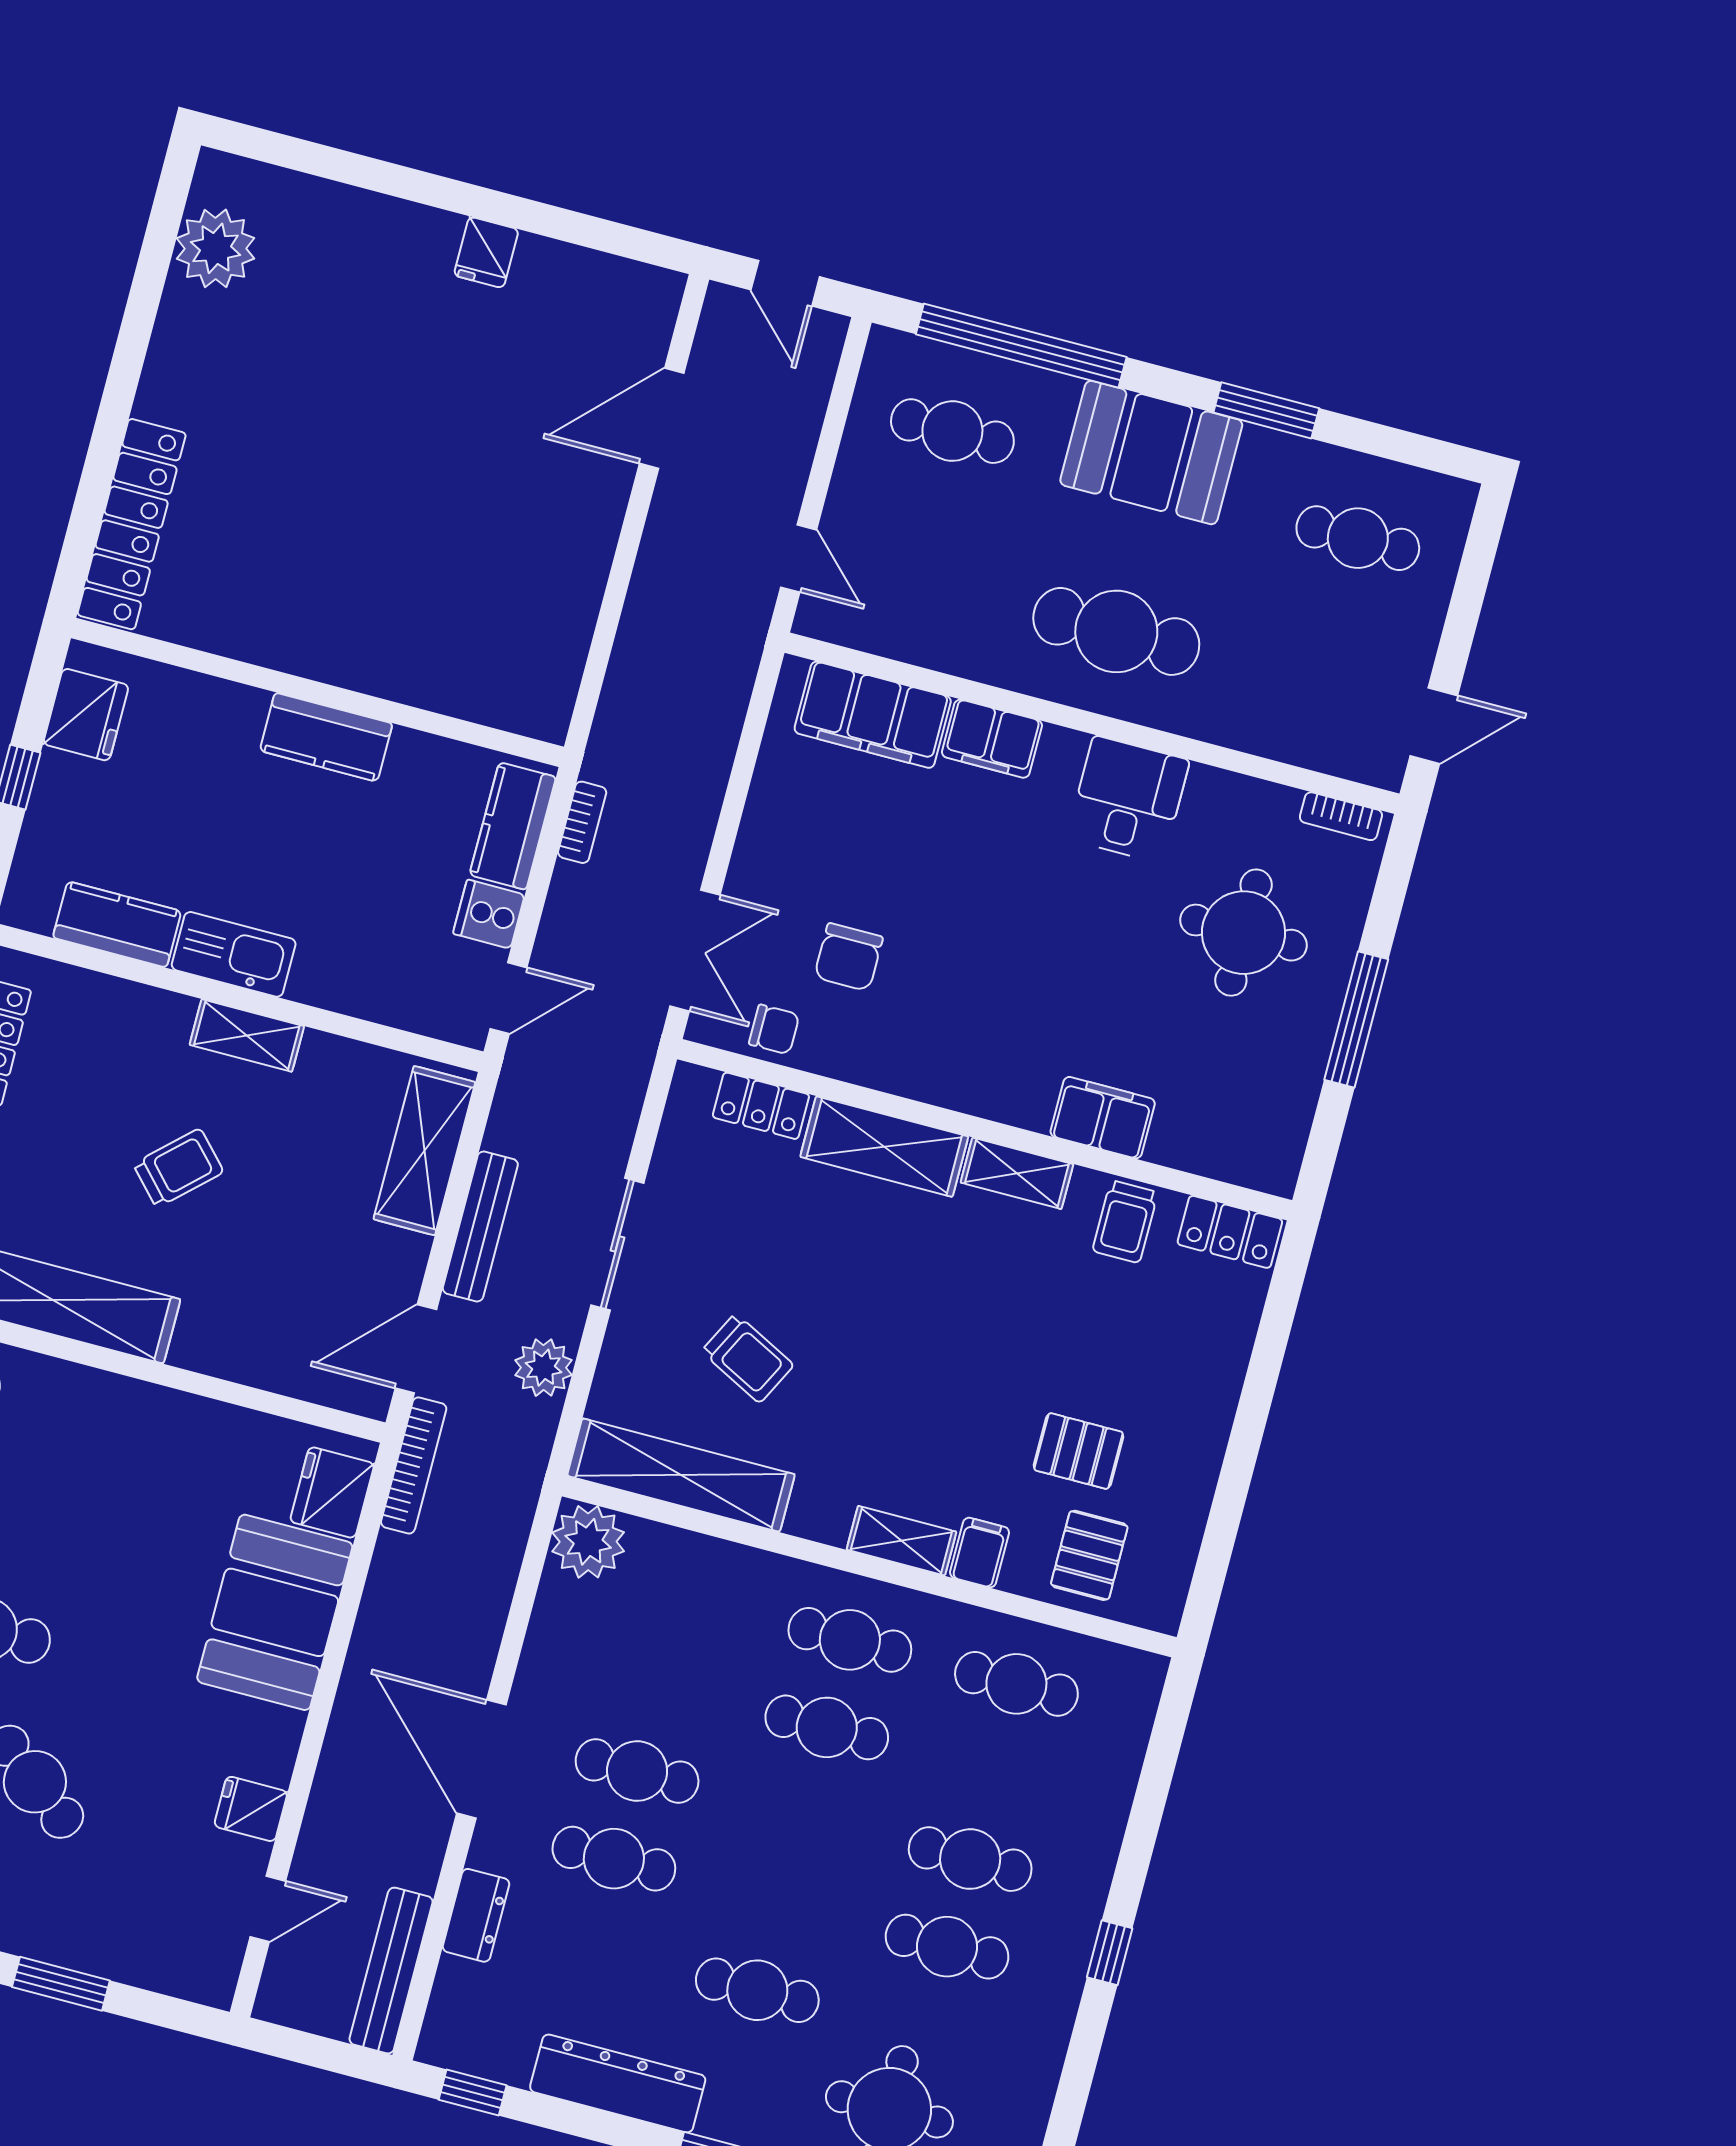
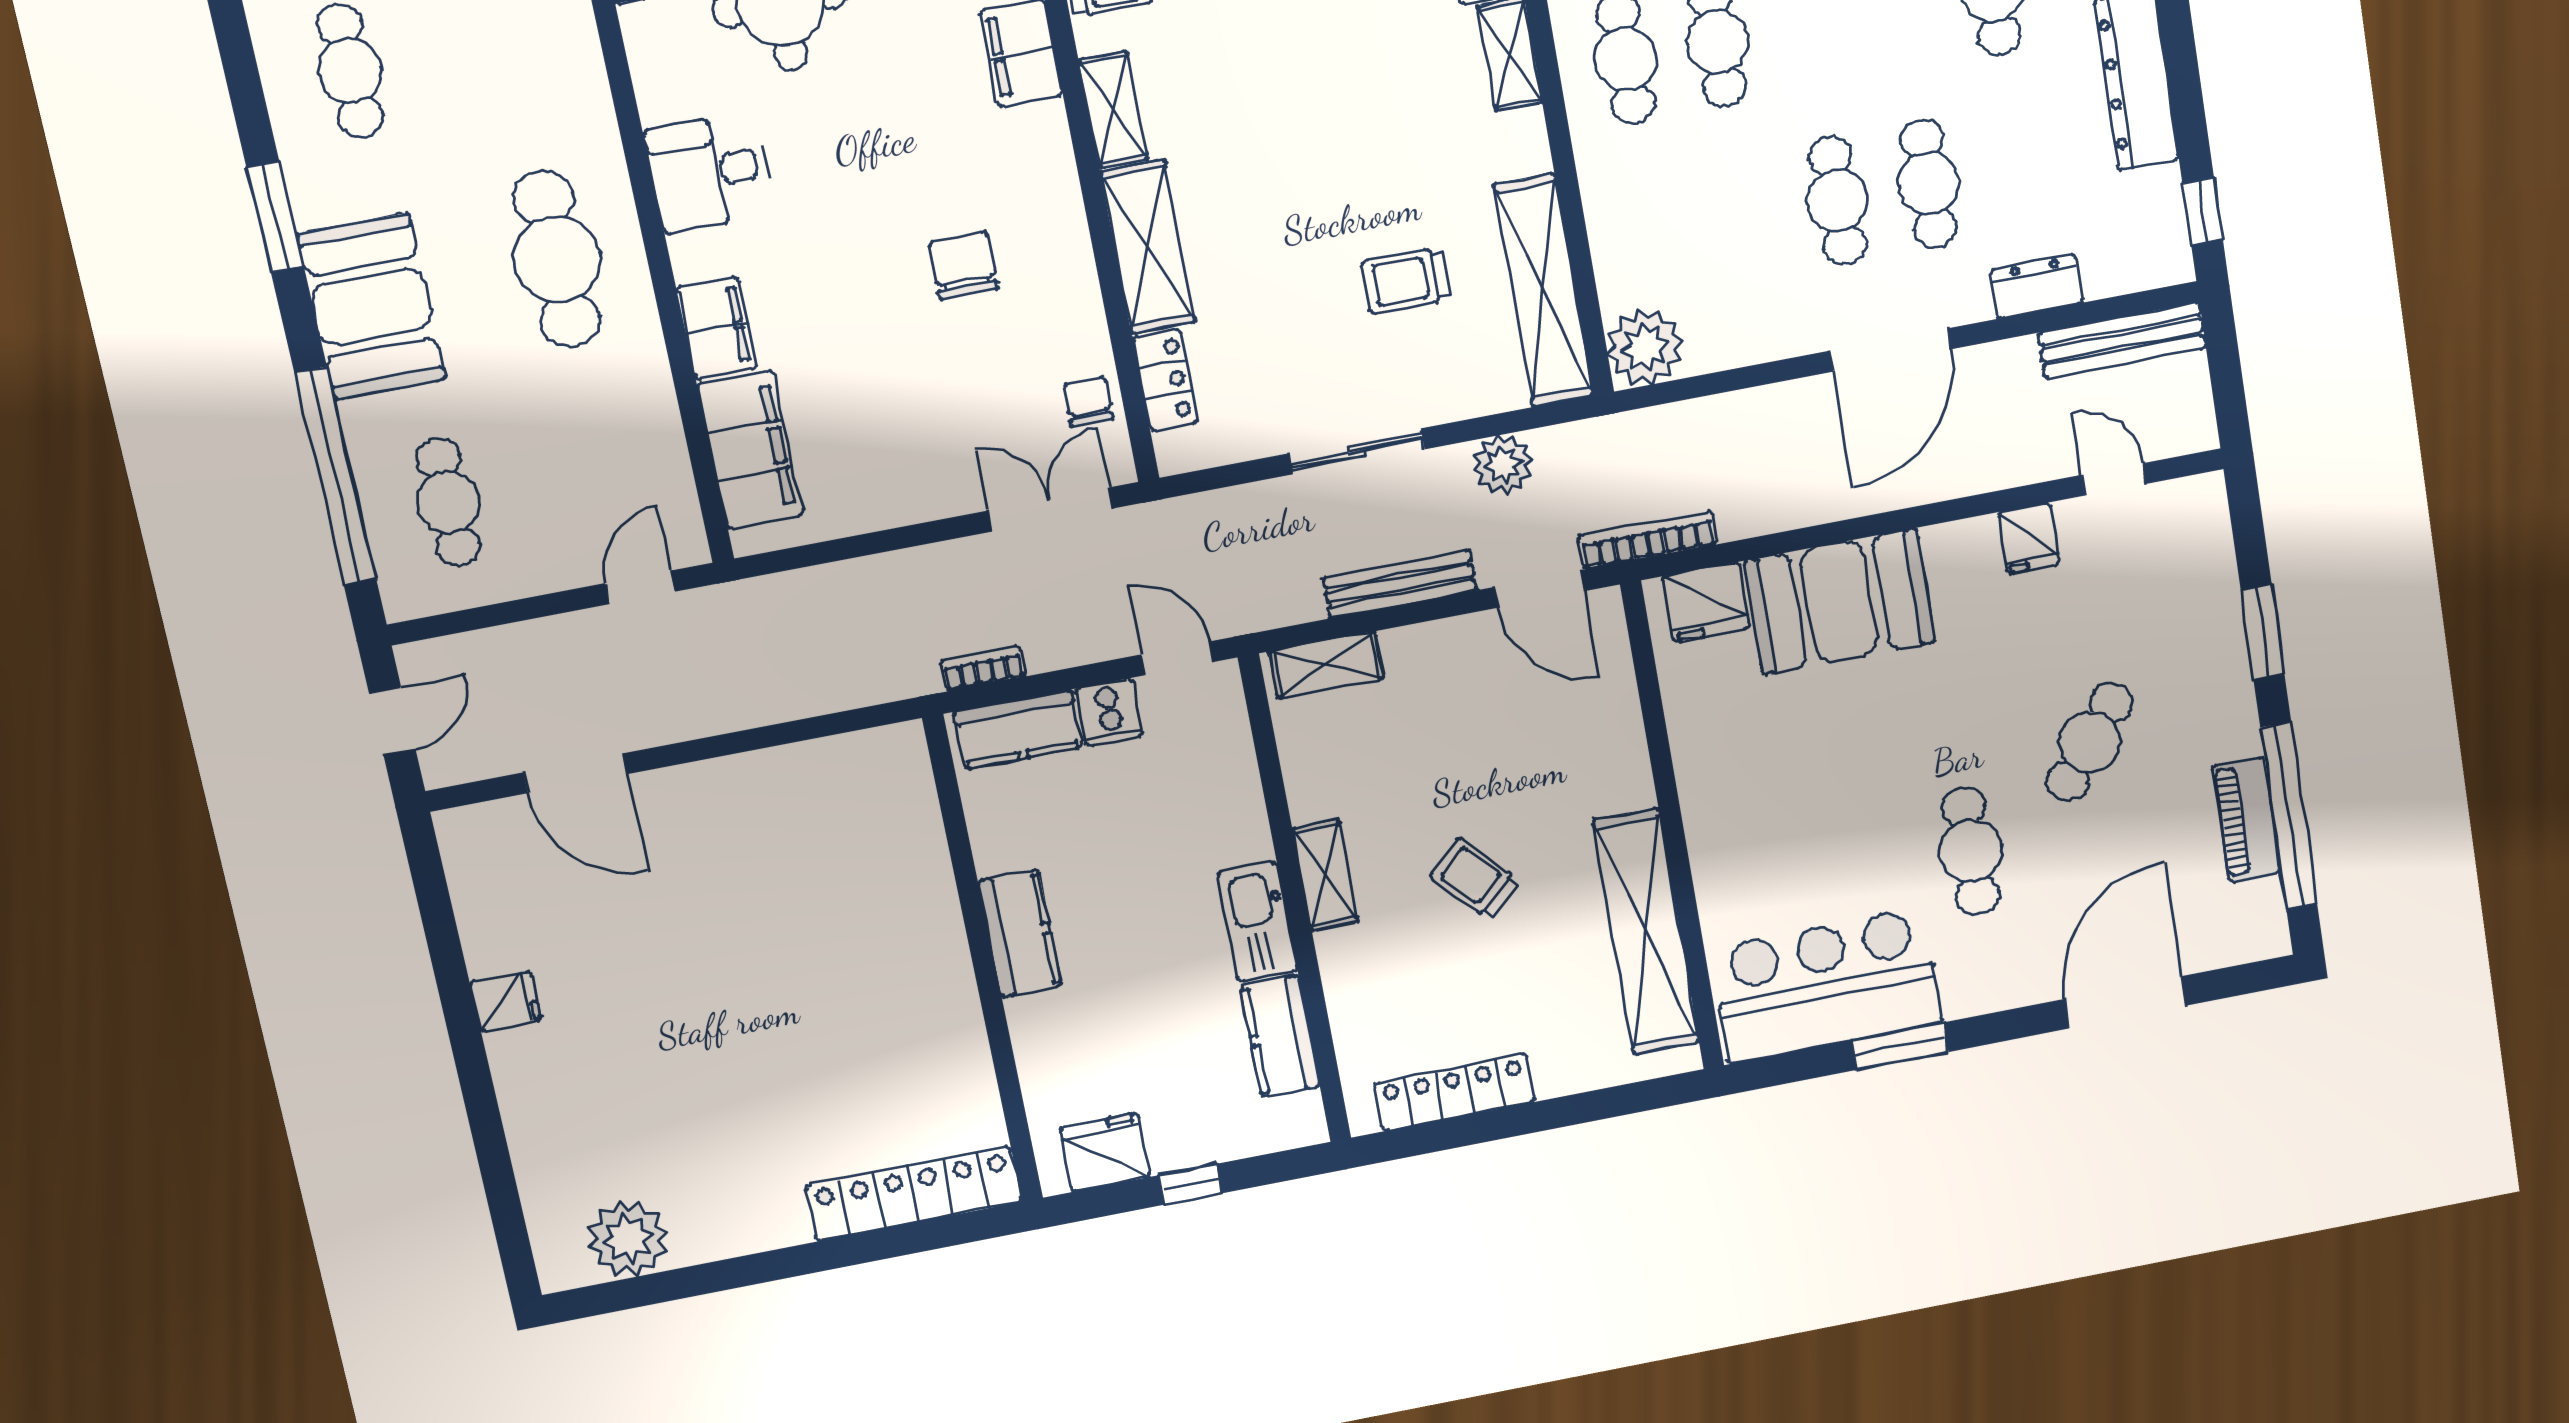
chair: (849, 957) -> (963, 265), moved, turned -90
shelving: (424, 1151) -> (1326, 665), width x0.67, depth x0.75
trolley: (748, 1358) -> (1406, 281), turned -117

